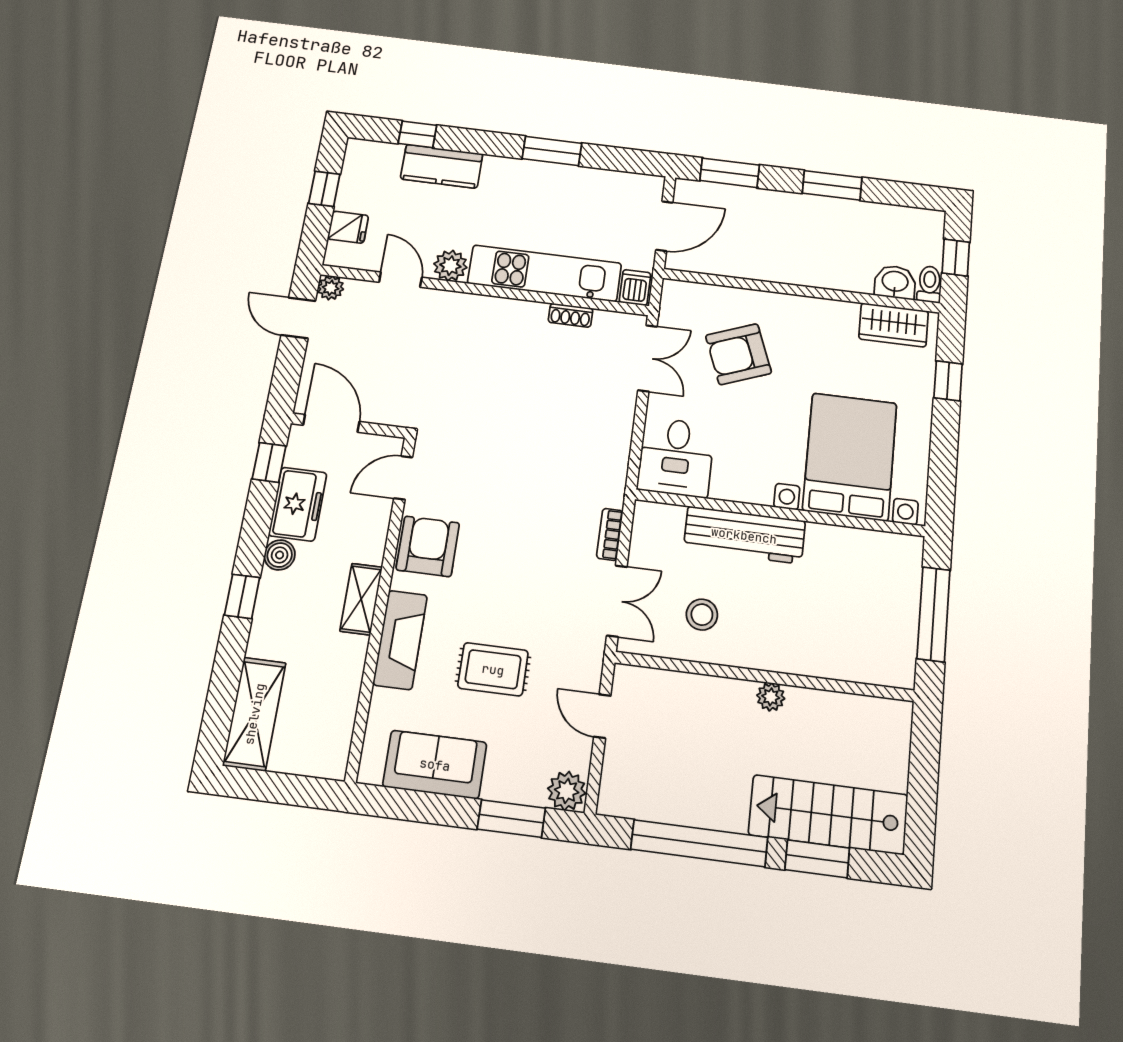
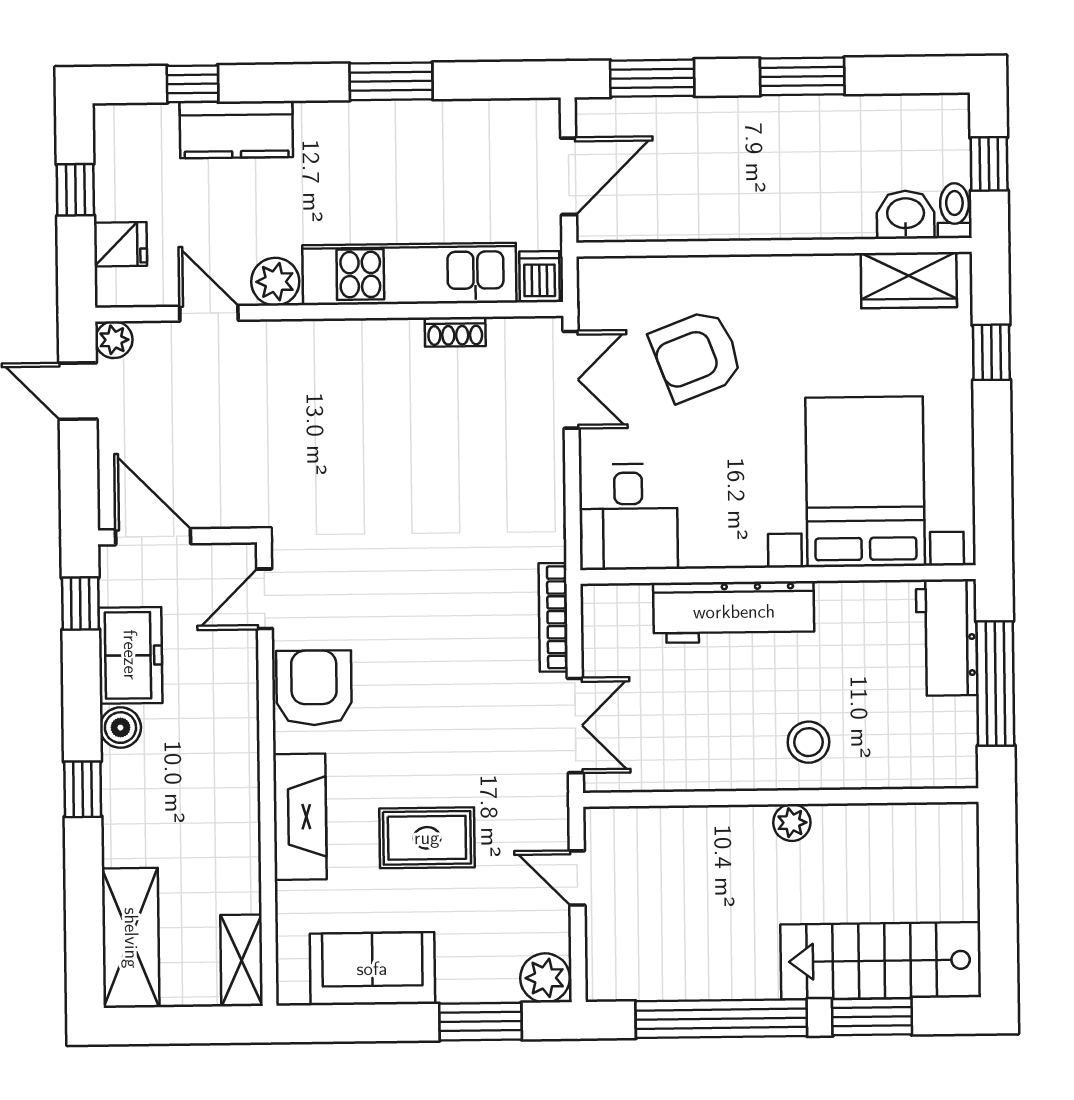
bookcase: (610, 534) -> (553, 617), width x1.56
workbench: (900, 575) -> (947, 637), added
shelving: (361, 599) -> (242, 960), moved
stool: (702, 615) -> (808, 742), moved

